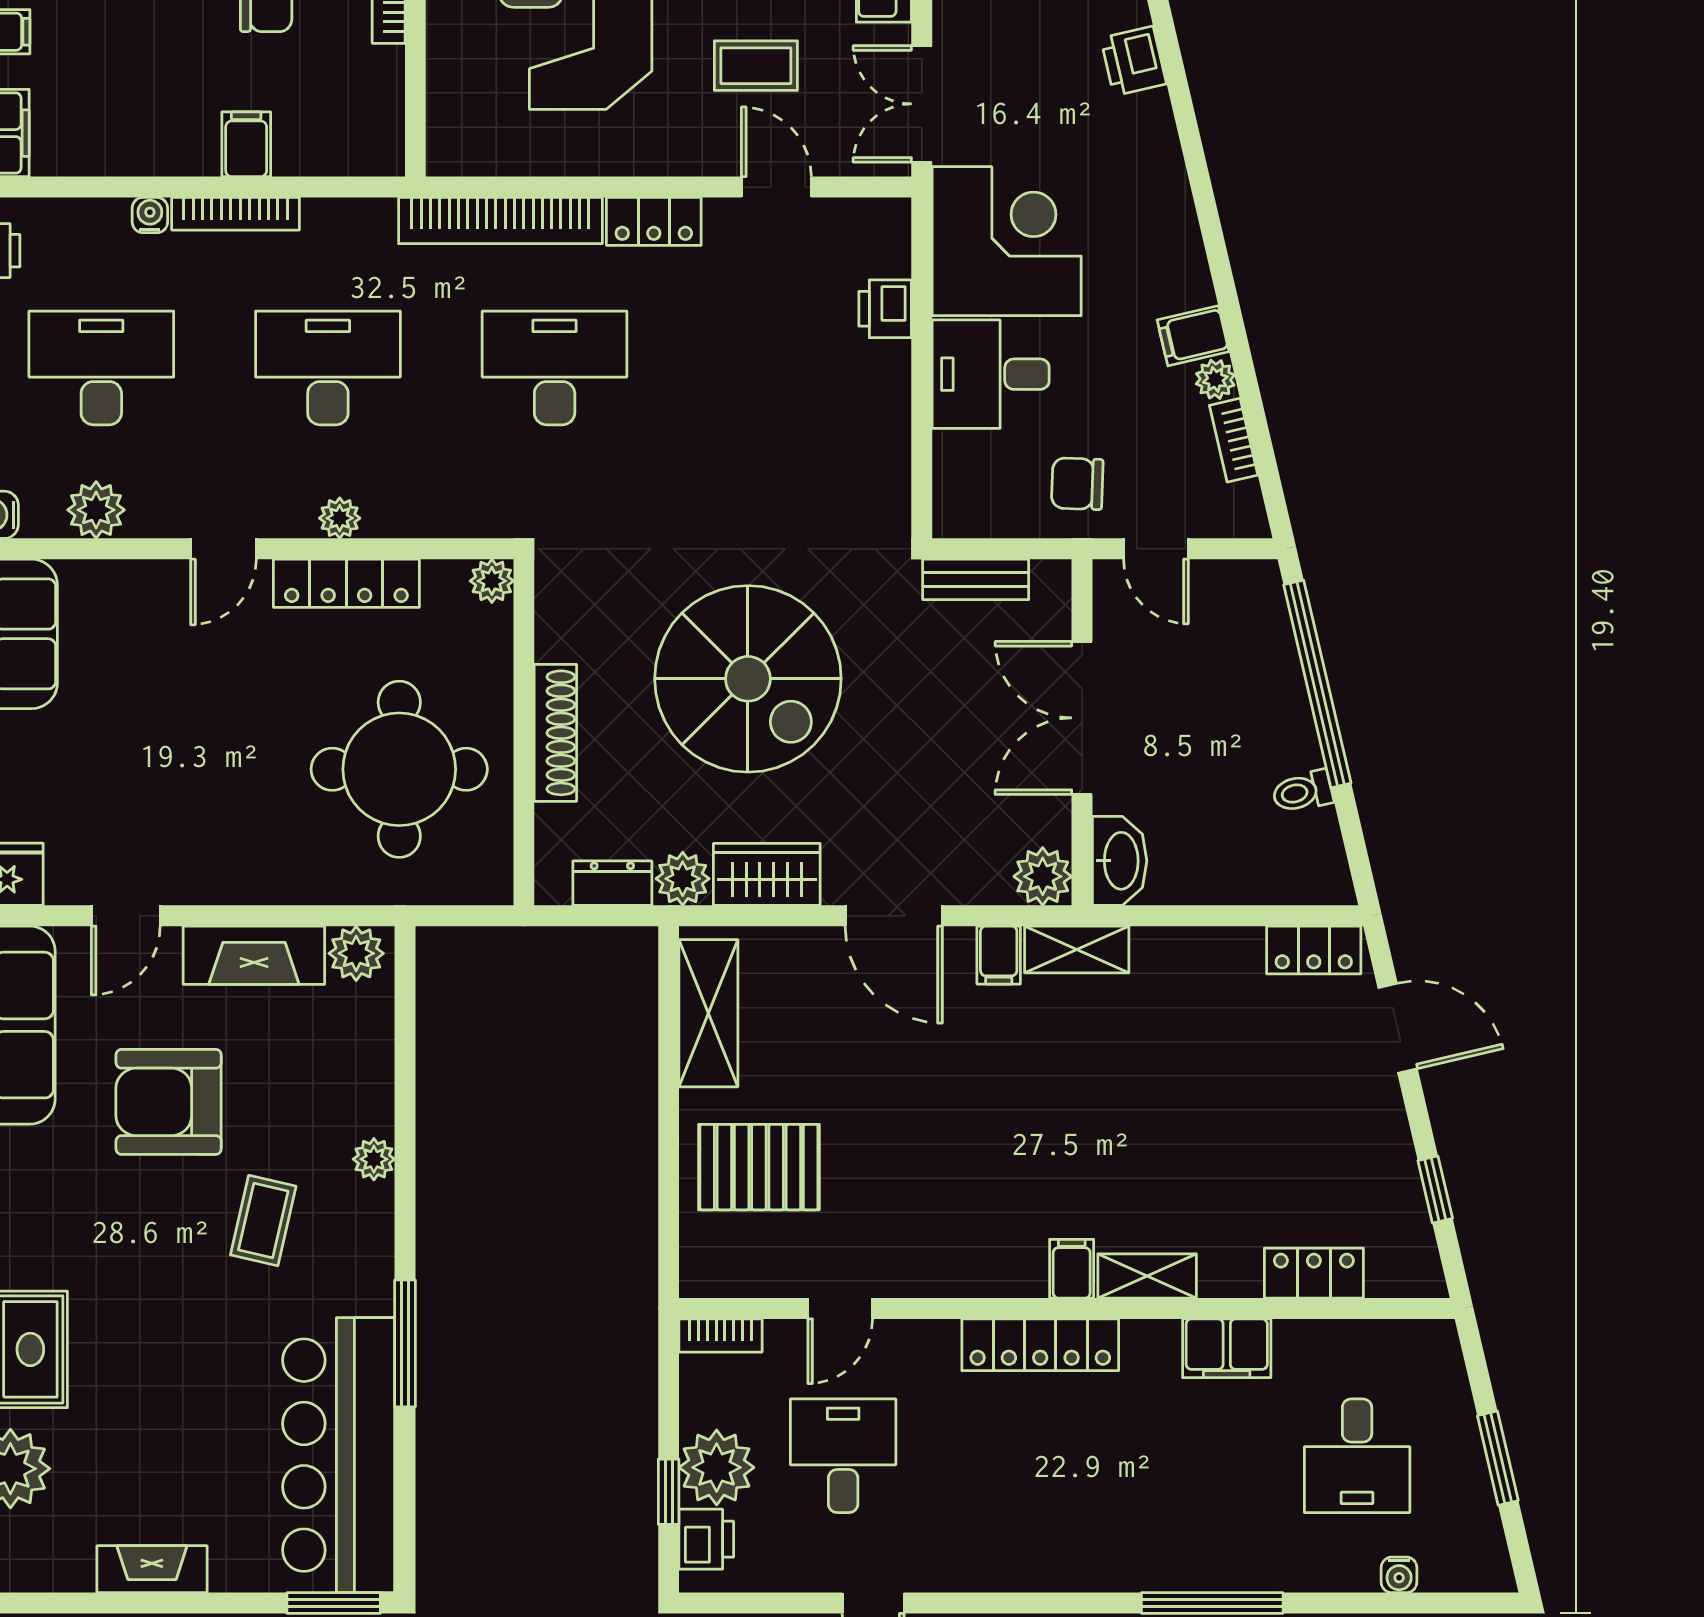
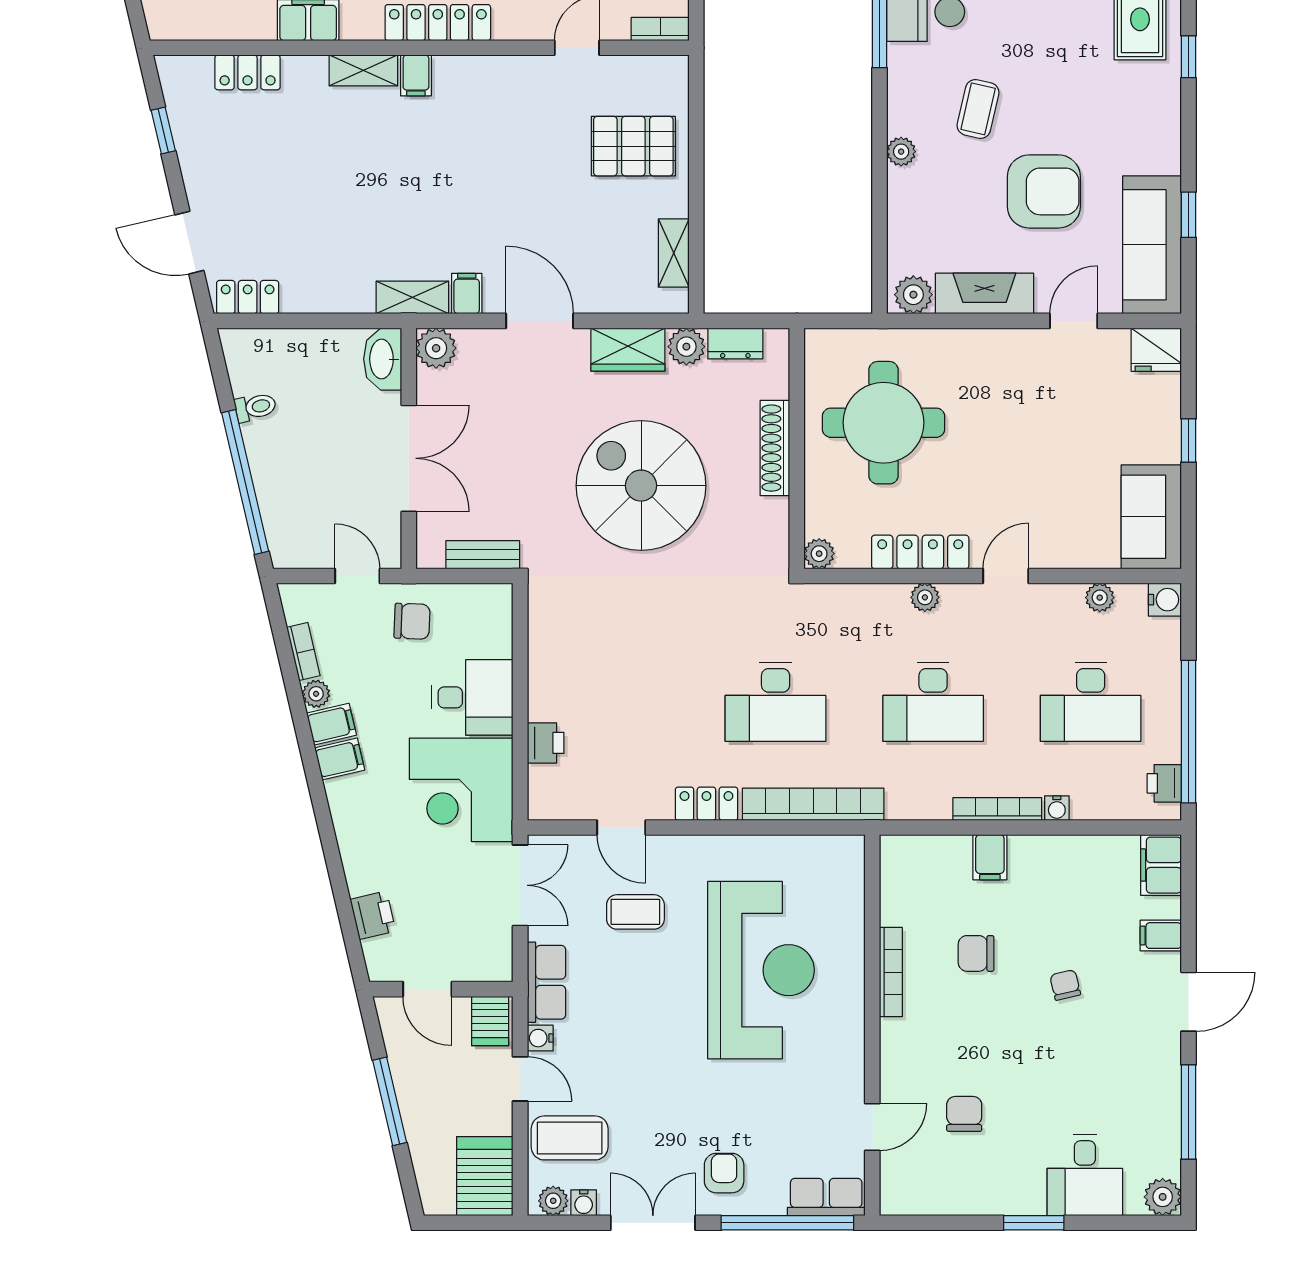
filing cabinet: (1181, 286) -> (340, 759), added
plant: (96, 510) -> (1100, 598), width x0.73, depth x0.73
shelving: (708, 1013) -> (674, 253), width x0.67, depth x0.75

